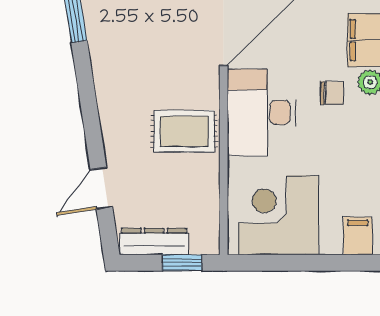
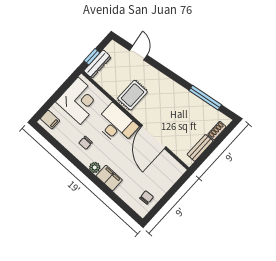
chair: (332, 93) -> (86, 143), moved
dresser: (154, 242) -> (97, 64), moved

